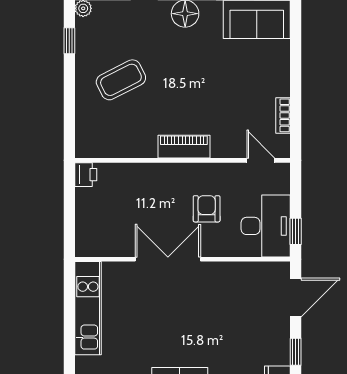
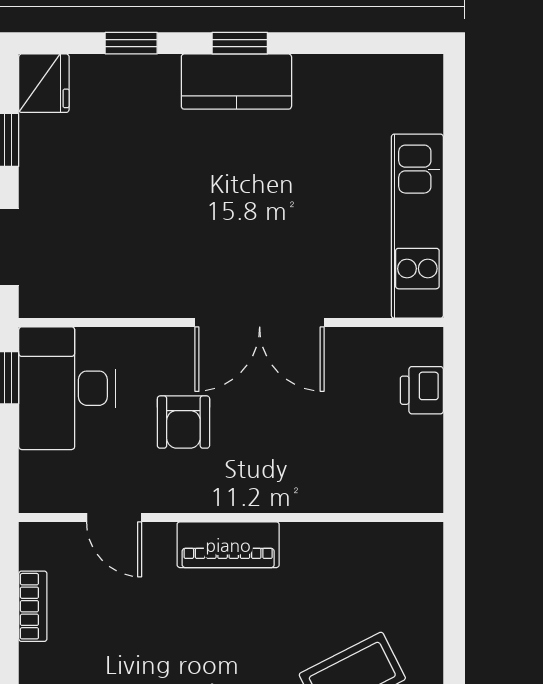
door: (261, 160) -> (114, 518), moved
printer: (86, 175) -> (422, 390), moved

